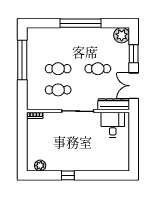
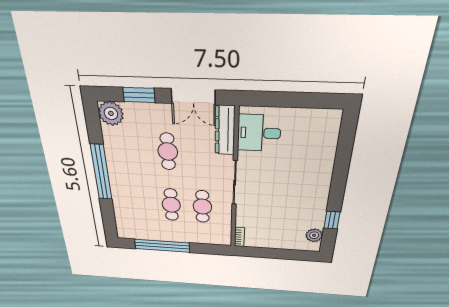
window: (68, 175) -> (332, 220), moved

